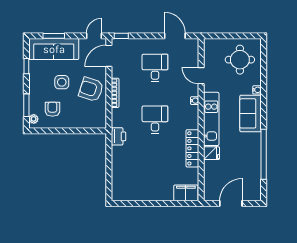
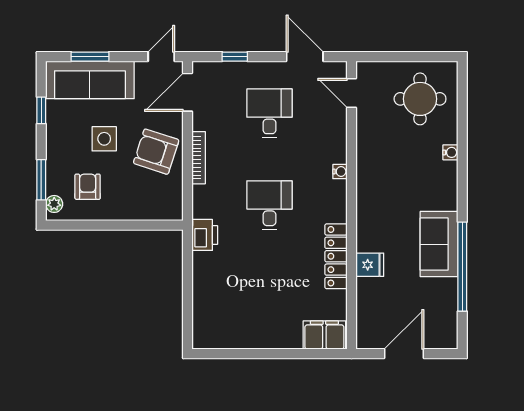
window: (121, 36) -> (235, 57), moved
door: (201, 76) -> (351, 93), moved
sofa: (251, 113) -> (439, 244), moved
kitchen unit: (211, 119) -> (369, 204), removed

